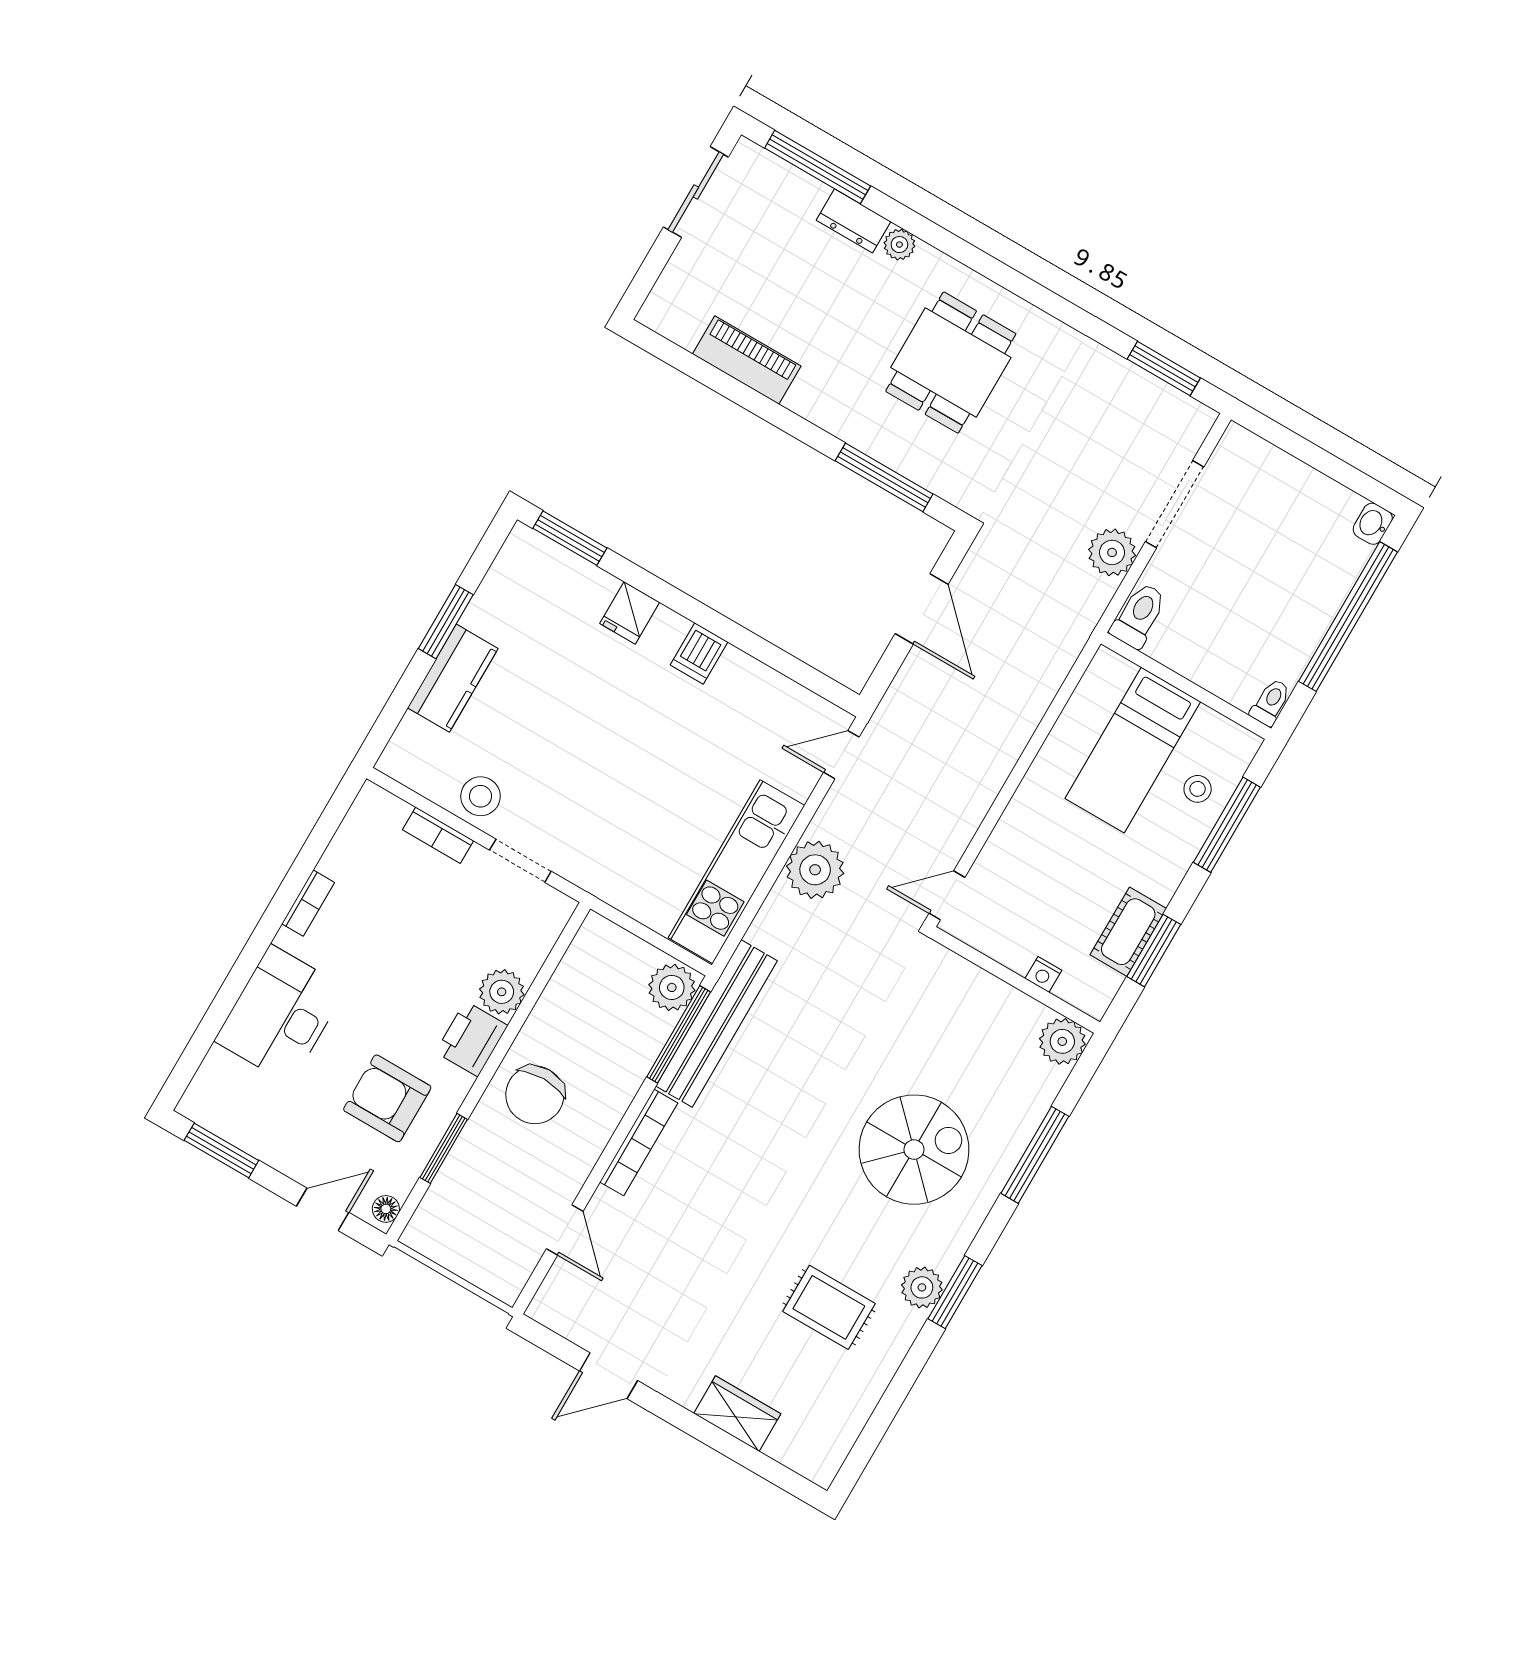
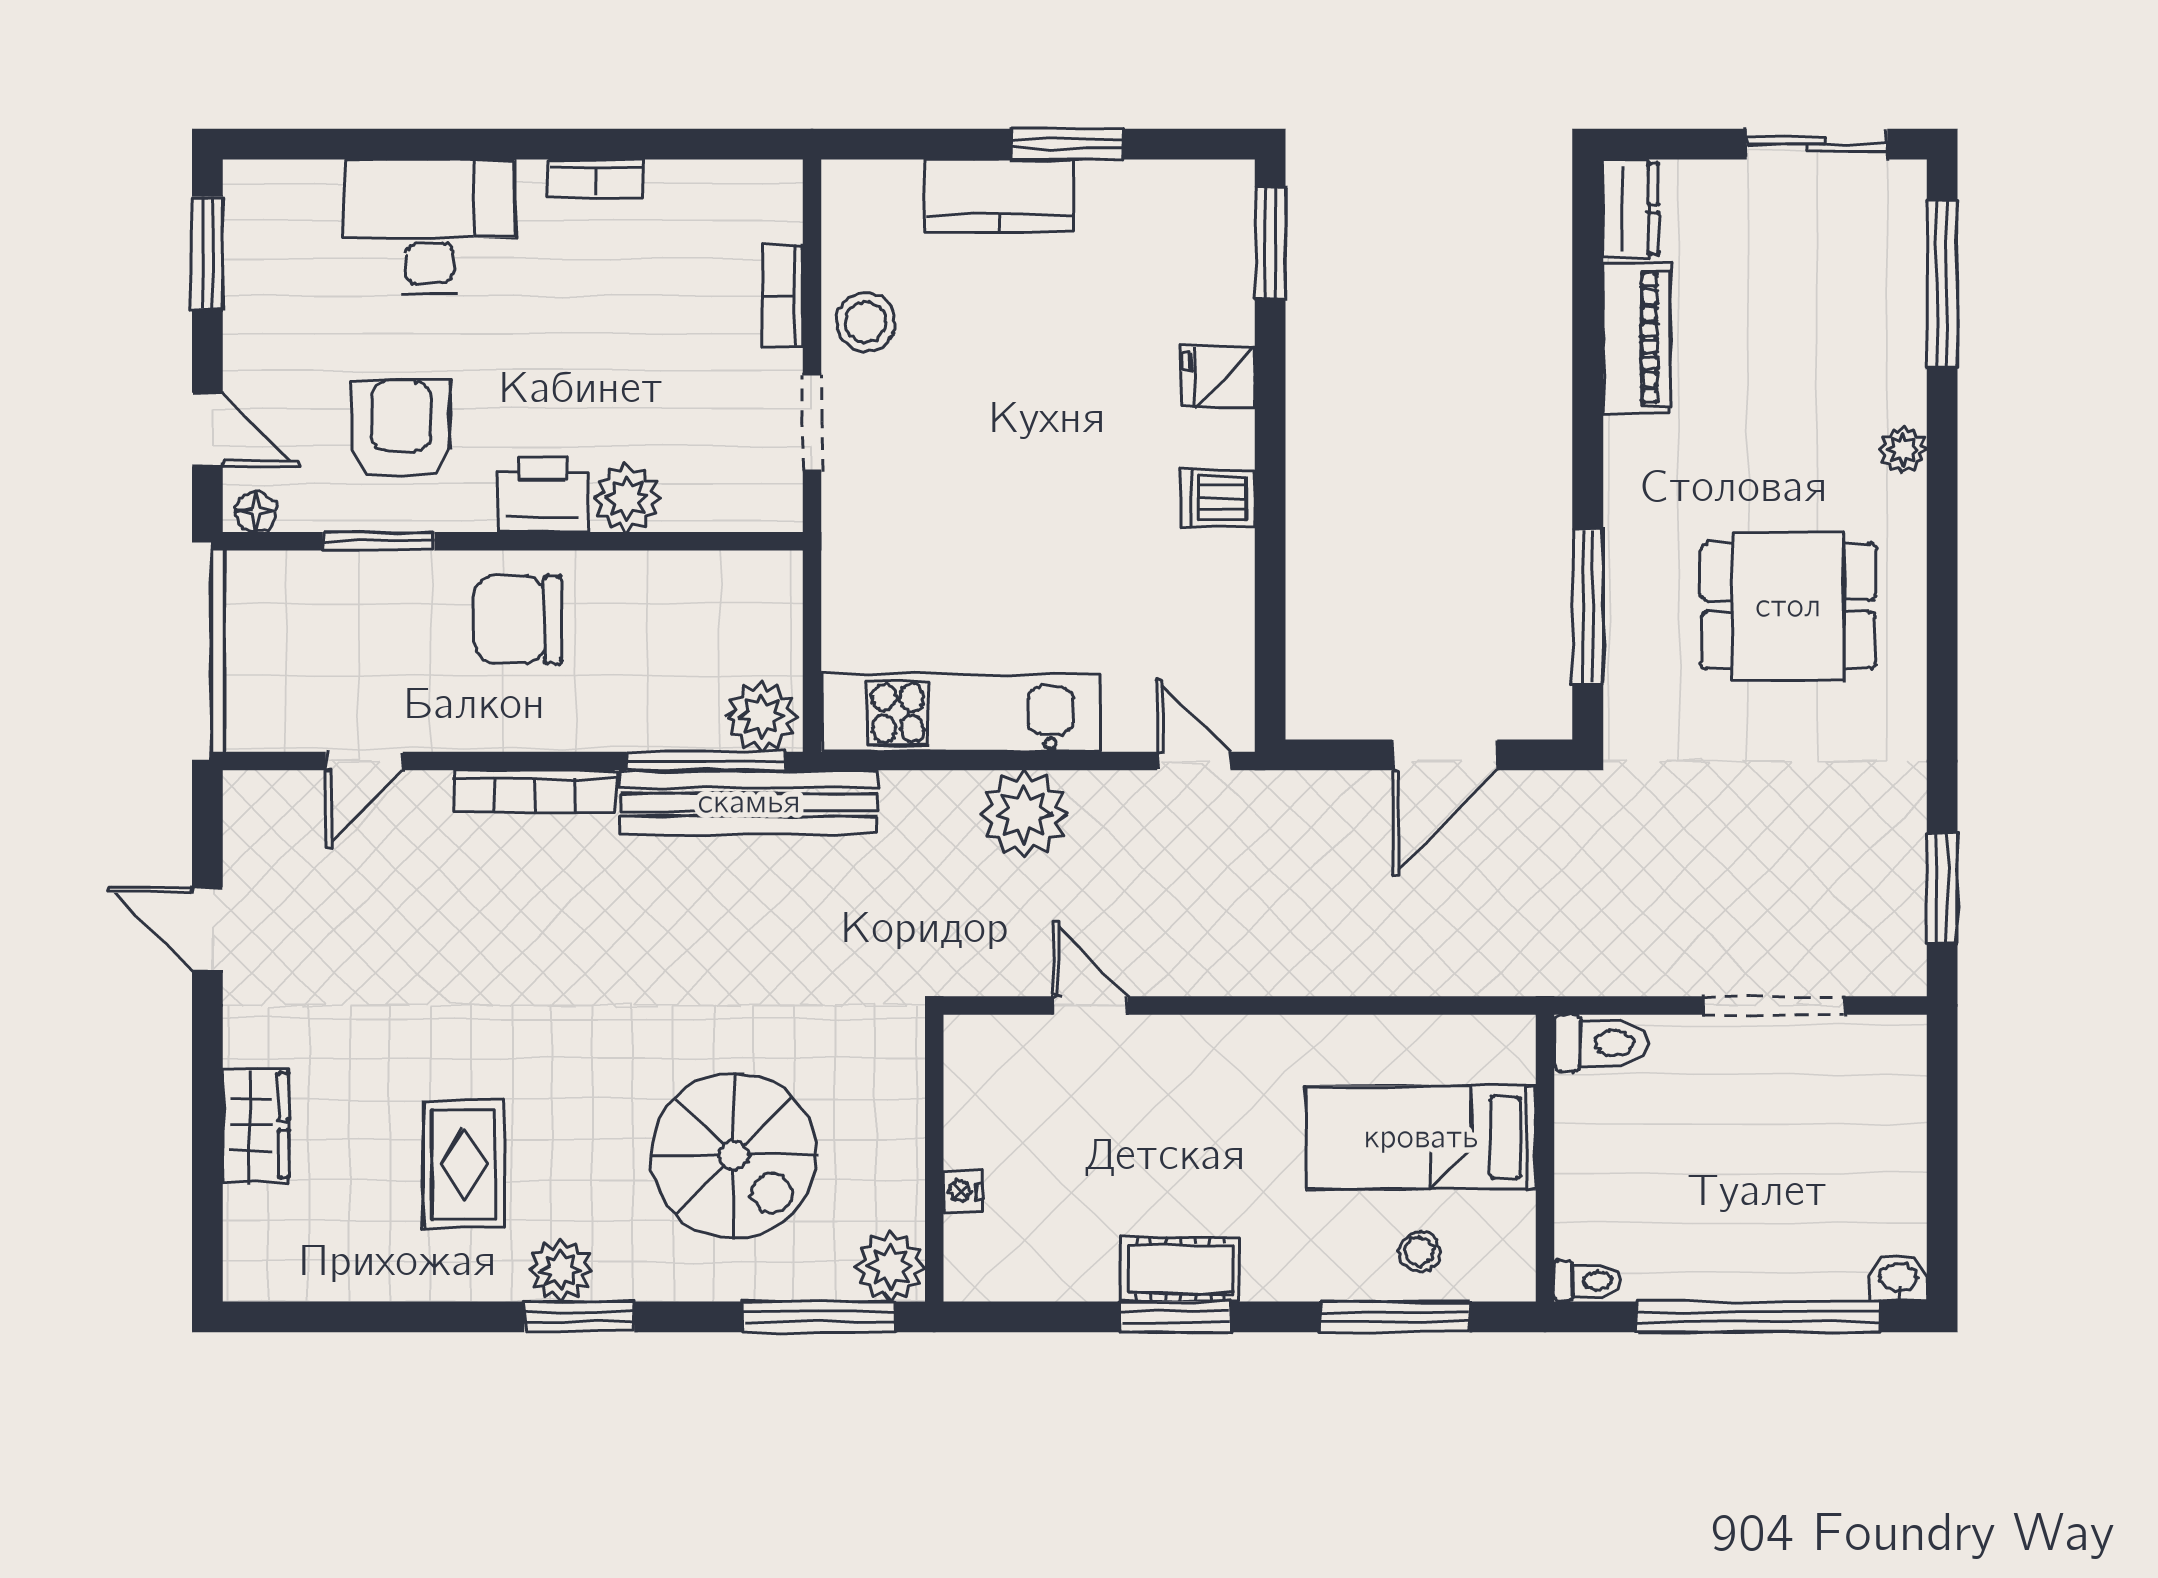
dresser: (853, 221) -> (1631, 209), moved, turned 180
plant: (1112, 552) -> (1663, 960), removed
nightstand: (1043, 974) -> (963, 1191), moved
wall: (1015, 980) -> (934, 1158), moved
plant: (1062, 1041) -> (890, 1267), moved

